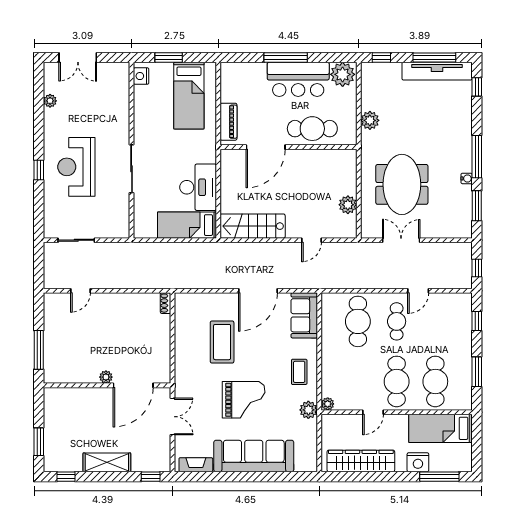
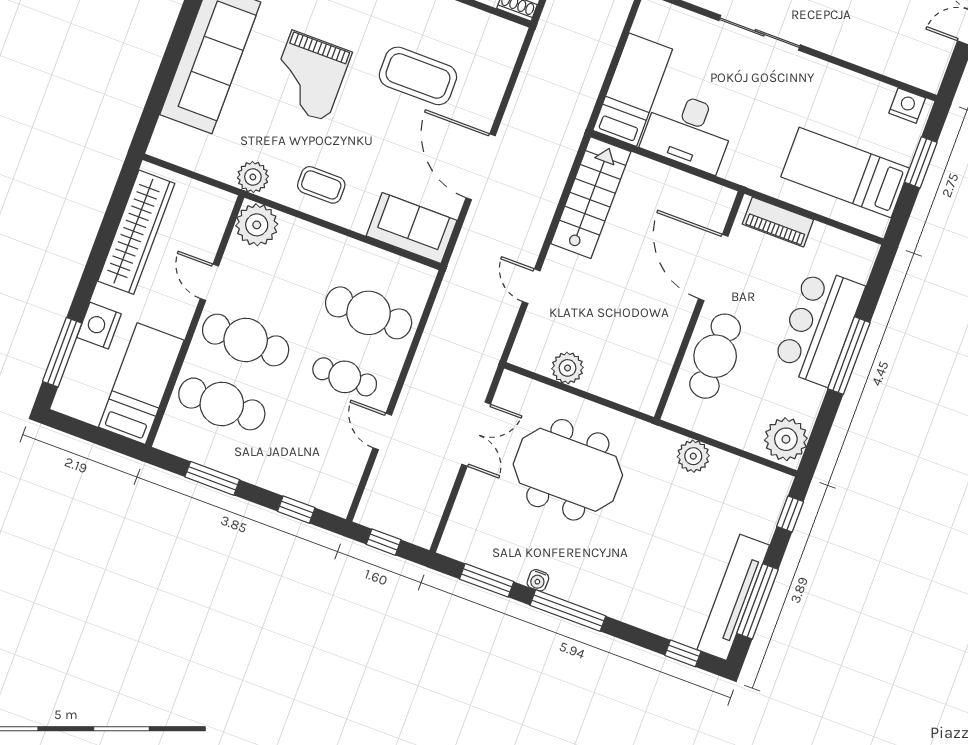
bar counter: (298, 79) -> (819, 326), moved
plant: (328, 404) -> (257, 225), width x1.87, depth x1.87

